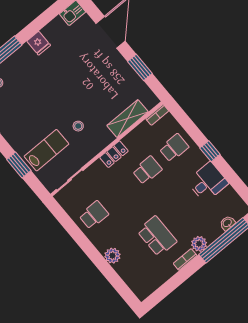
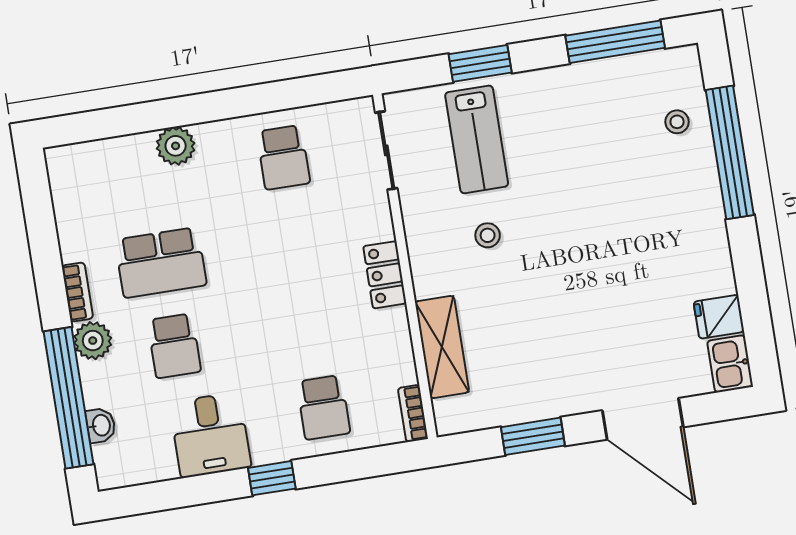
fridge: (39, 43) -> (719, 317), moved
school desk: (147, 170) -> (174, 346), moved

